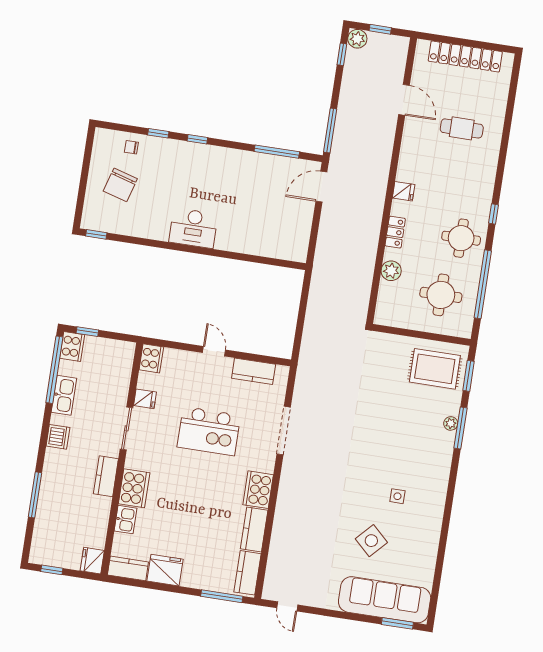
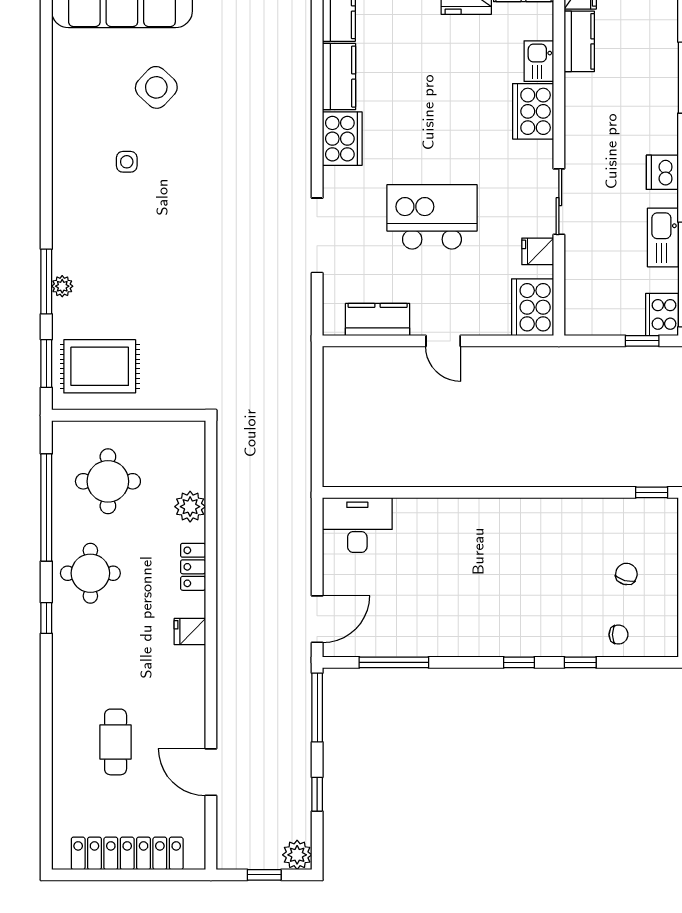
window: (342, 54) -> (317, 794), moved
cafe table: (462, 128) -> (116, 742), turned 90
chair: (120, 185) -> (626, 574), width x0.54, depth x0.54
desk: (193, 228) -> (357, 525), moved
cooker: (151, 358) -> (533, 307), width x1.37, depth x1.31
kitchen counter: (106, 476) -> (579, 41), moved

